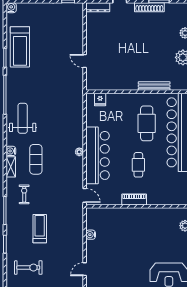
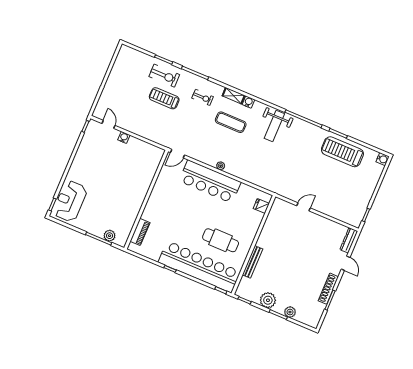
weight bench: (23, 118) -> (274, 126), turned 90
cafe table: (138, 165) -> (185, 216), removed
piano: (134, 200) -> (140, 232), moved
treadmill: (40, 229) -> (164, 98), turned 180
water cooler: (91, 235) -> (124, 137), moved
exercise bike: (28, 268) -> (164, 76), moved, turned -90

